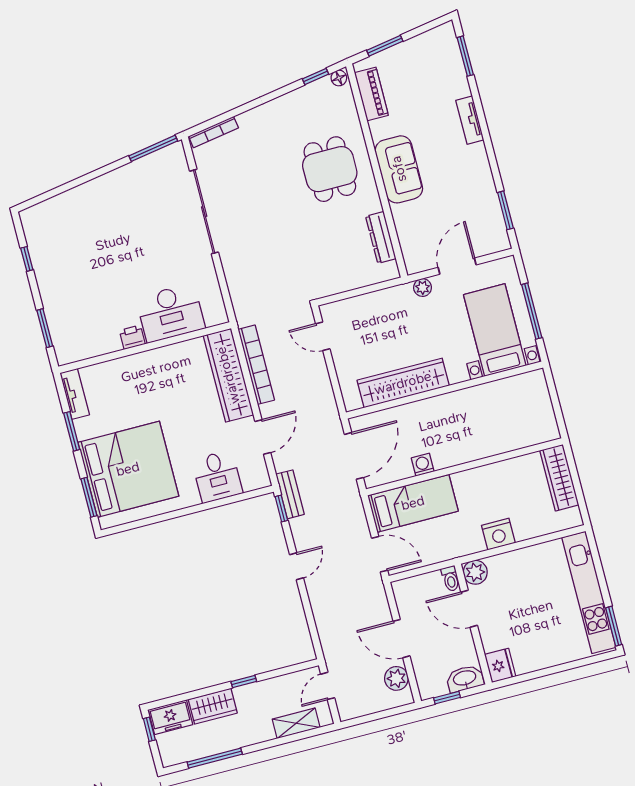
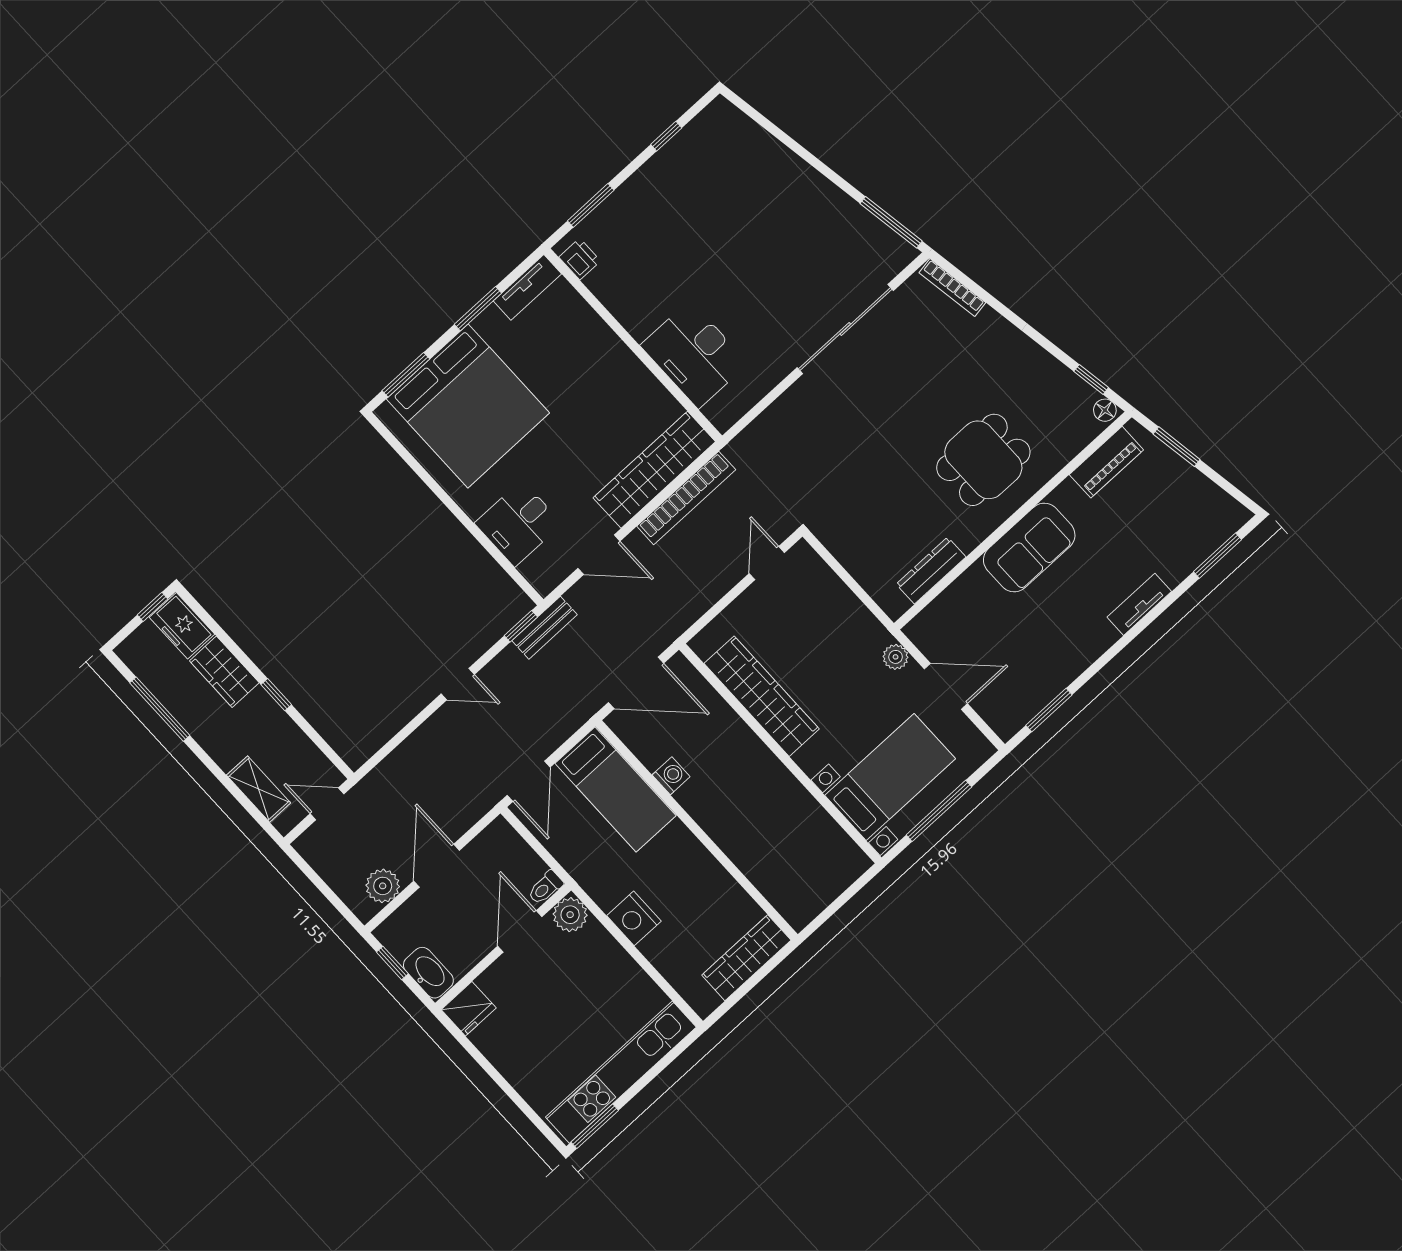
printer: (132, 337) -> (580, 259), moved

